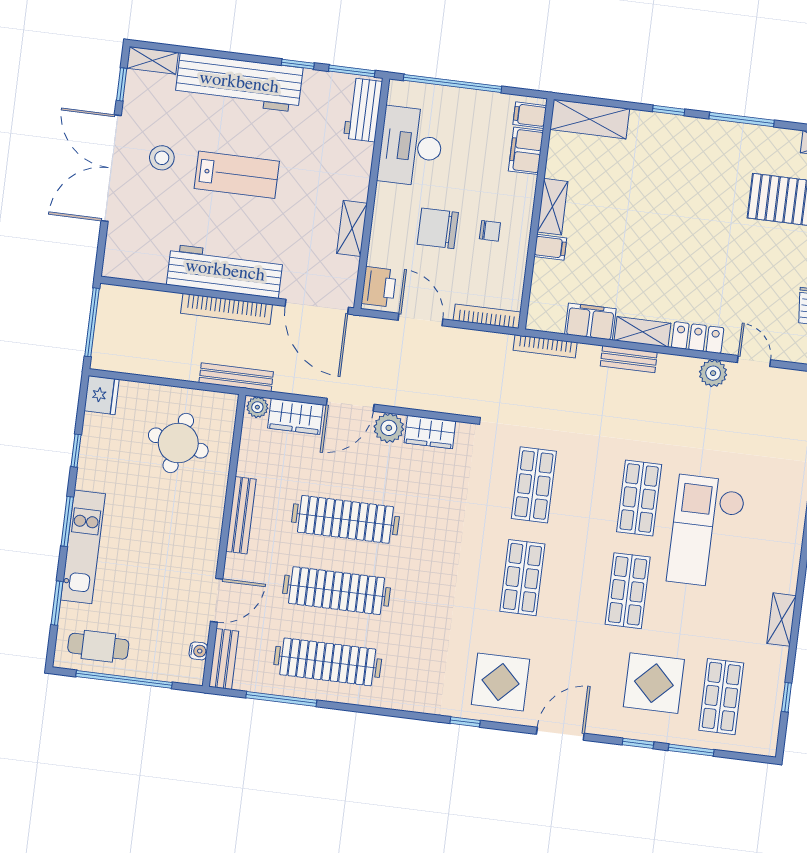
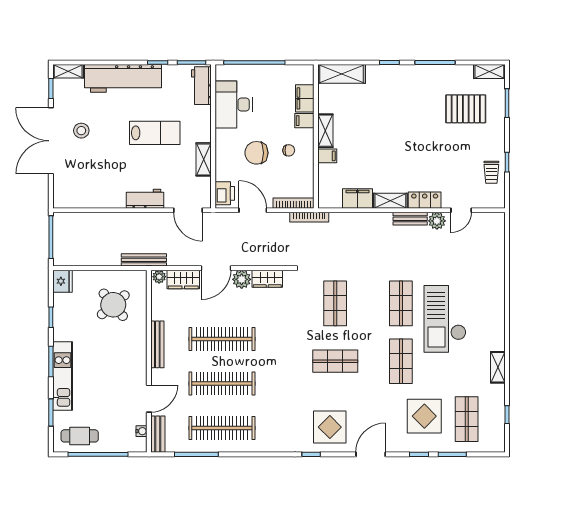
filing cabinet: (530, 115) -> (304, 121), moved
lab bench: (237, 175) -> (155, 133), moved
workbench: (225, 271) -> (145, 199), width x0.53, depth x0.76
door: (317, 307) -> (188, 210), width x0.73
bookcase: (226, 309) -> (133, 219), removed
bookcase: (545, 346) -> (309, 217), moved
bench: (629, 359) -> (410, 219), moved
door: (754, 361) -> (461, 210), swing flipped
round table: (178, 443) -> (113, 305), turned 38
shop shelf: (522, 578) -> (335, 361), turned 90

